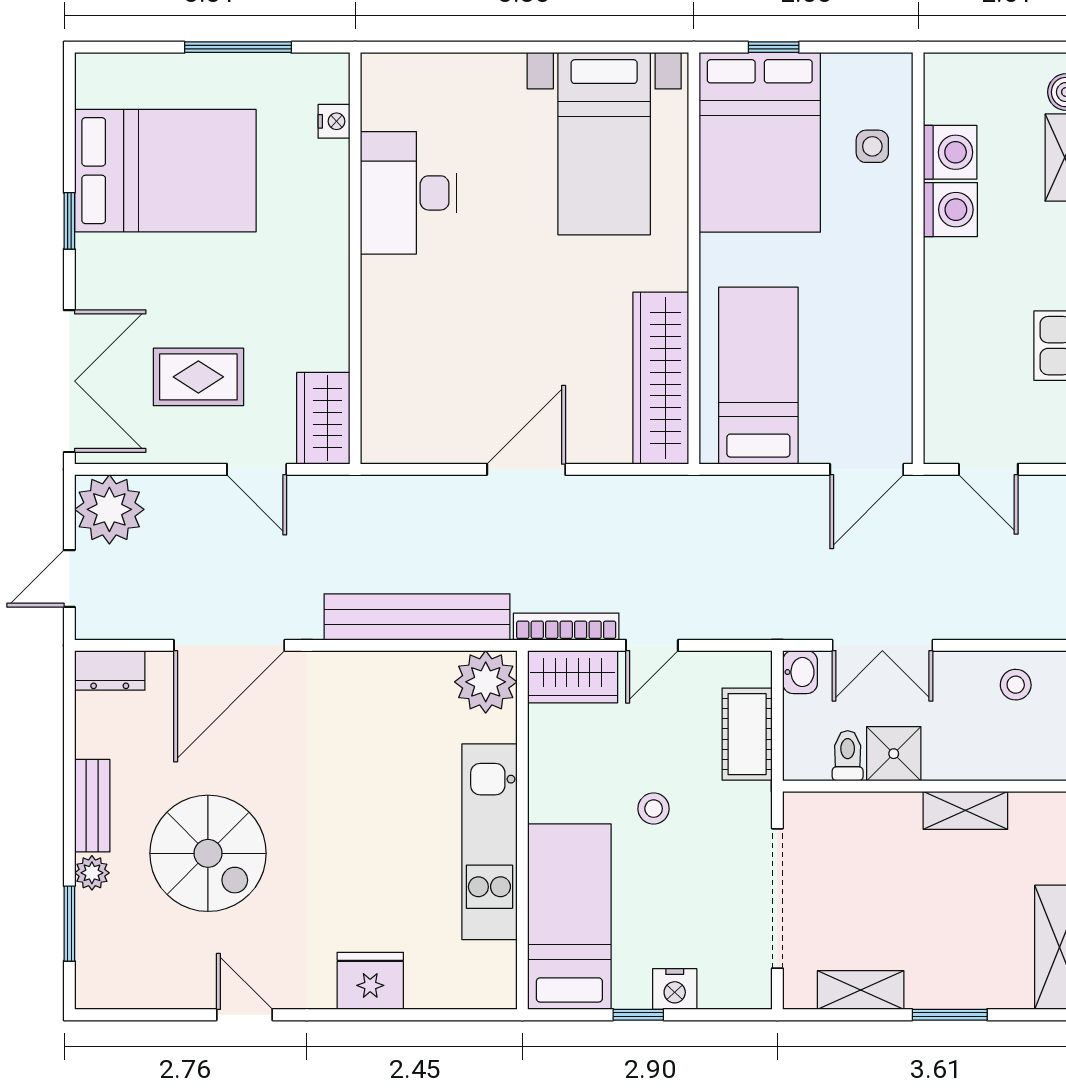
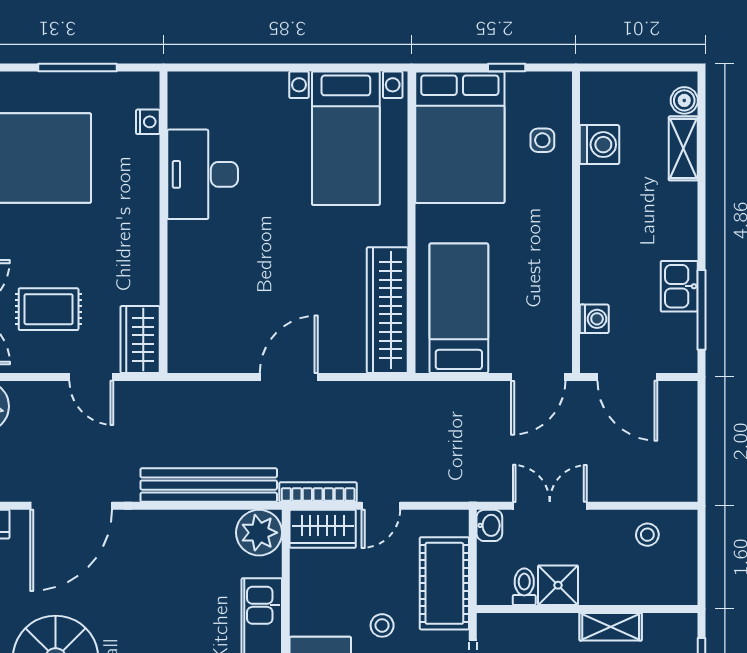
window: (774, 47) -> (507, 68), moved
washing machine: (950, 210) -> (594, 319), moved, width x0.73, depth x0.73
door: (988, 469) -> (627, 377), width x1.38
double door: (882, 645) -> (550, 506), swing flipped
cot: (747, 734) -> (444, 583), width x1.37, depth x1.34

